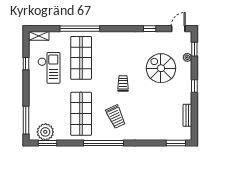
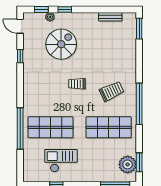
shelving: (39, 36) -> (28, 171), removed
spiral stairs: (161, 68) -> (61, 44), turned 180
window: (194, 86) -> (65, 9), moved

